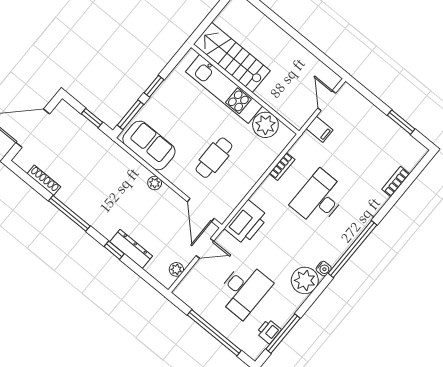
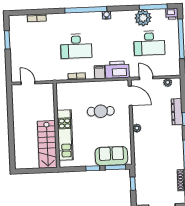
door: (327, 101) -> (28, 83), swing flipped
plant: (265, 125) -> (64, 101), removed
filing cabinet: (320, 129) -> (100, 72), moved
sofa: (149, 145) -> (111, 156), moved, turned 90
door: (201, 210) -> (130, 96), hinge flipped
plant: (305, 280) -> (143, 18), moved
desk: (244, 290) -> (149, 43), turned 180
printer: (269, 331) -> (172, 14), moved

